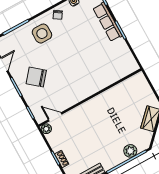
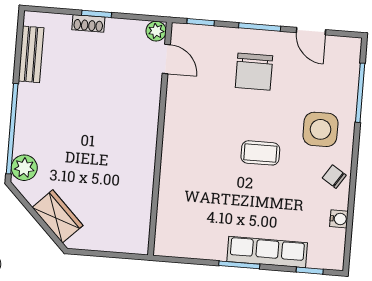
coffee table: (68, 52) -> (260, 153), added
chair: (36, 77) -> (254, 72), turned 140
door: (55, 117) -> (166, 59), hinge flipped
plant: (130, 151) -> (24, 168), moved

